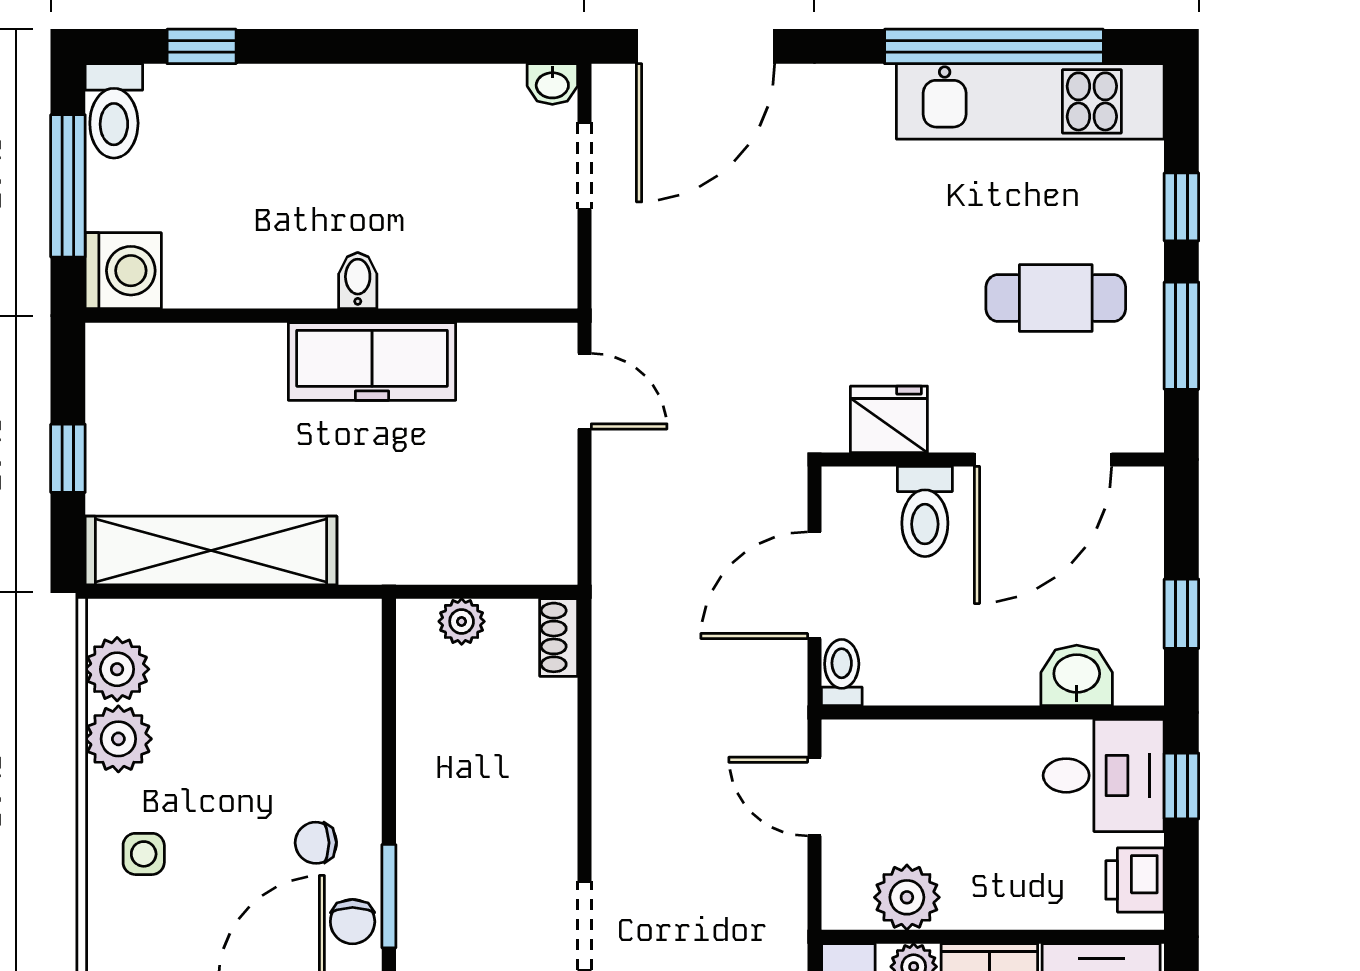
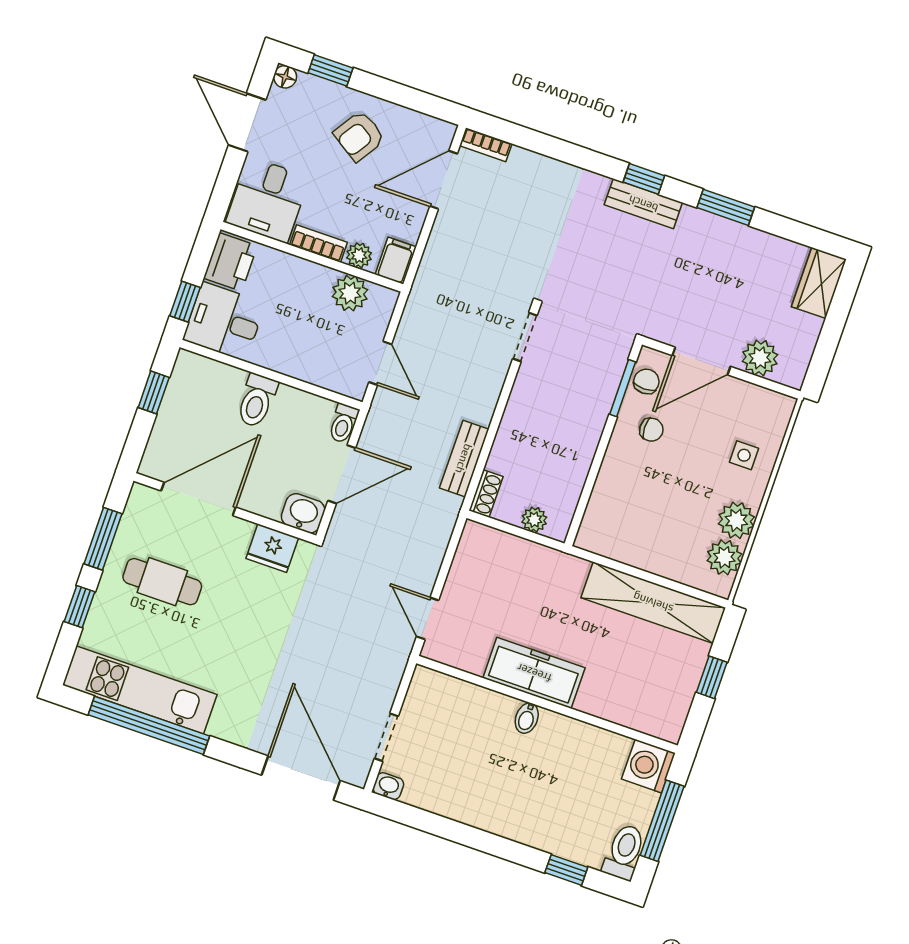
door: (706, 46) -> (301, 778), hinge flipped
toilet: (925, 511) -> (257, 401), moved, turned 180
washbasin: (1077, 675) -> (303, 513), moved, turned 180
bench: (616, 684) -> (464, 459), added
printer: (1135, 880) -> (230, 262), width x1.36, depth x1.24

